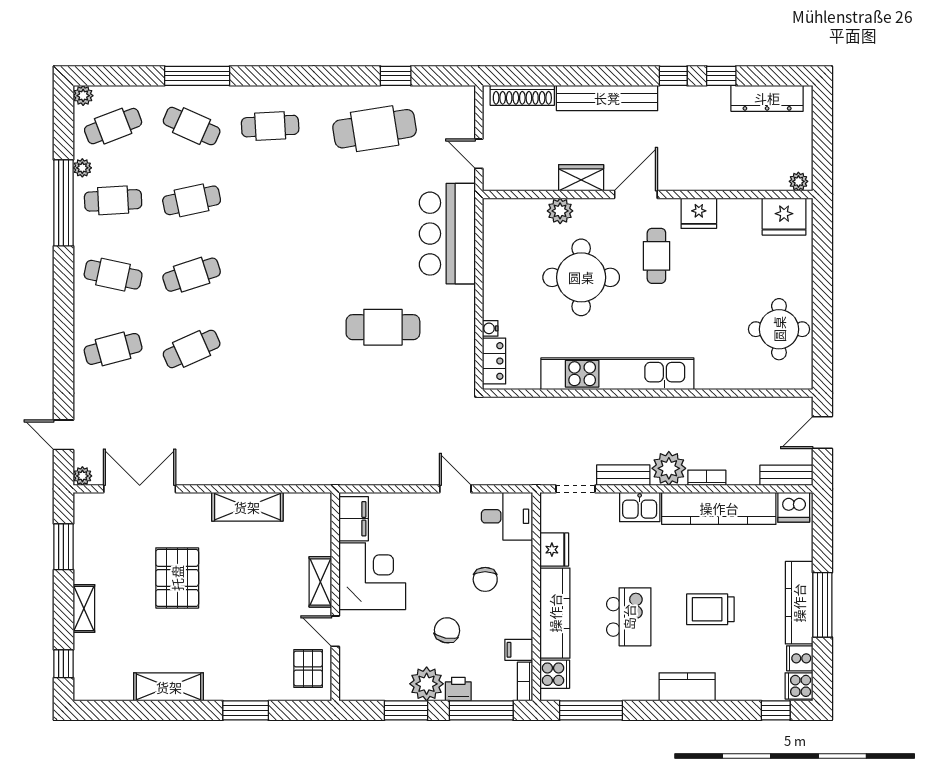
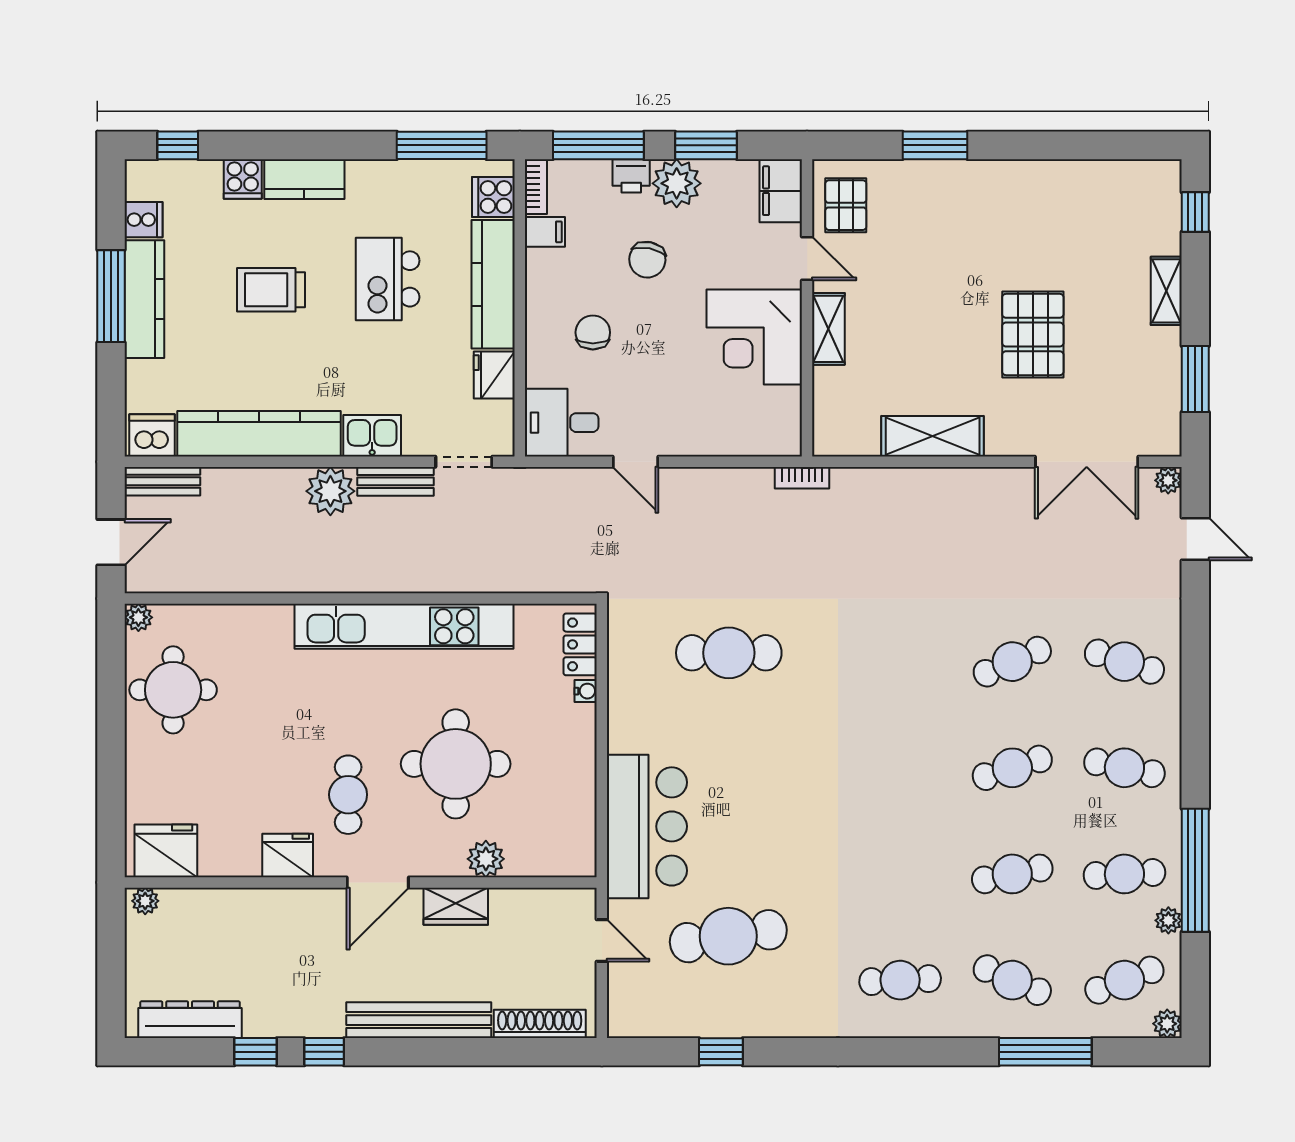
window: (197, 76) -> (1045, 1052), moved
cafe table: (375, 129) -> (728, 936), moved
cafe table: (383, 327) -> (729, 653), moved
cafe table: (113, 349) -> (1124, 662), turned 33
plant: (803, 380) -> (138, 617), added
bookcase: (707, 478) -> (802, 478), moved
filing cabinet: (354, 519) -> (781, 191), moved
trolley: (710, 609) -> (271, 290), turned 180
cooker: (799, 686) -> (243, 179), moved, turned 90
shelving: (169, 687) -> (1045, 179), removed

